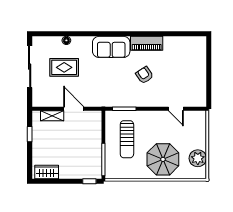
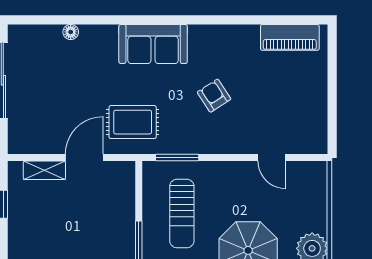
piano: (147, 43) -> (290, 37), moved
rug: (64, 67) -> (133, 122), moved
door: (74, 109) -> (84, 157), hinge flipped

